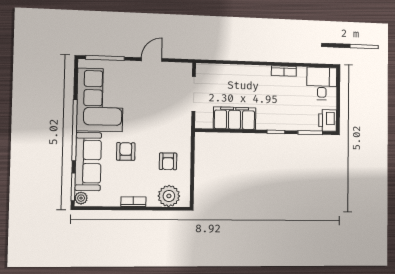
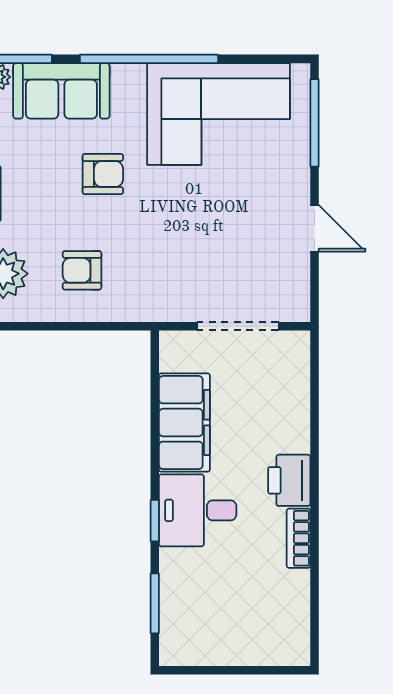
desk: (322, 84) -> (198, 510), moved, turned 180
printer: (328, 120) -> (289, 480), moved, turned -90
sofa: (88, 161) -> (61, 91), width x0.73

